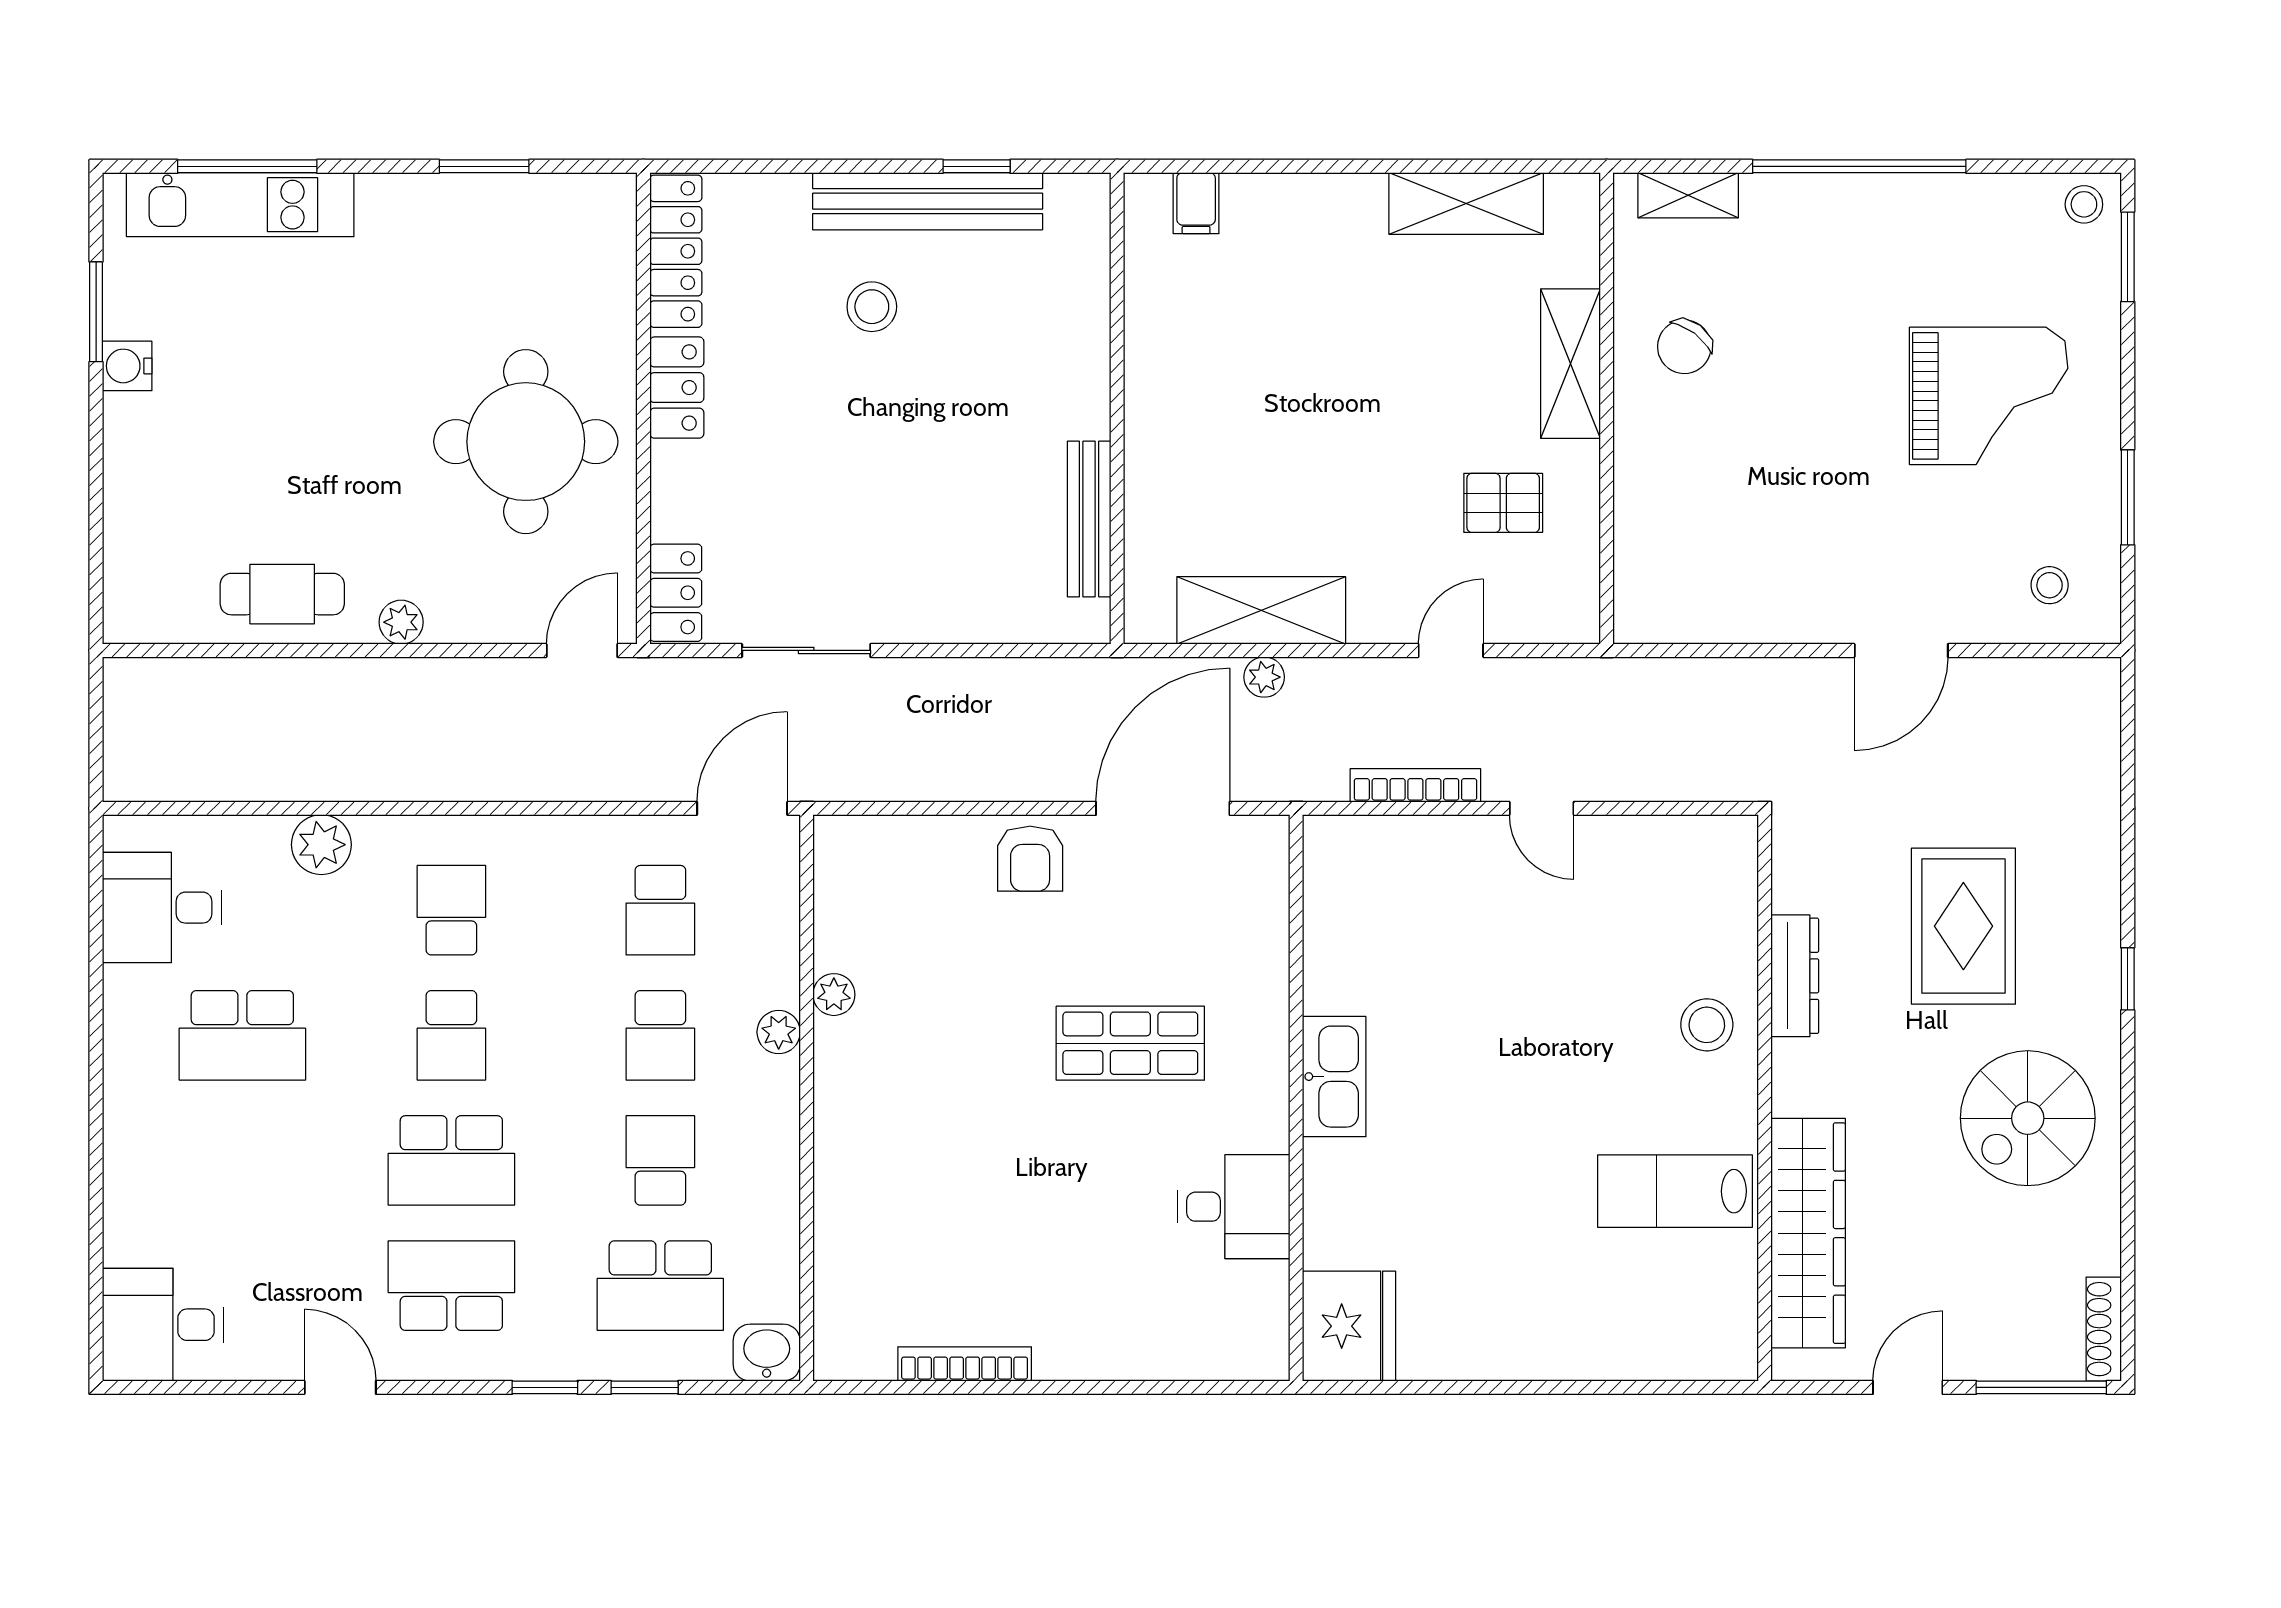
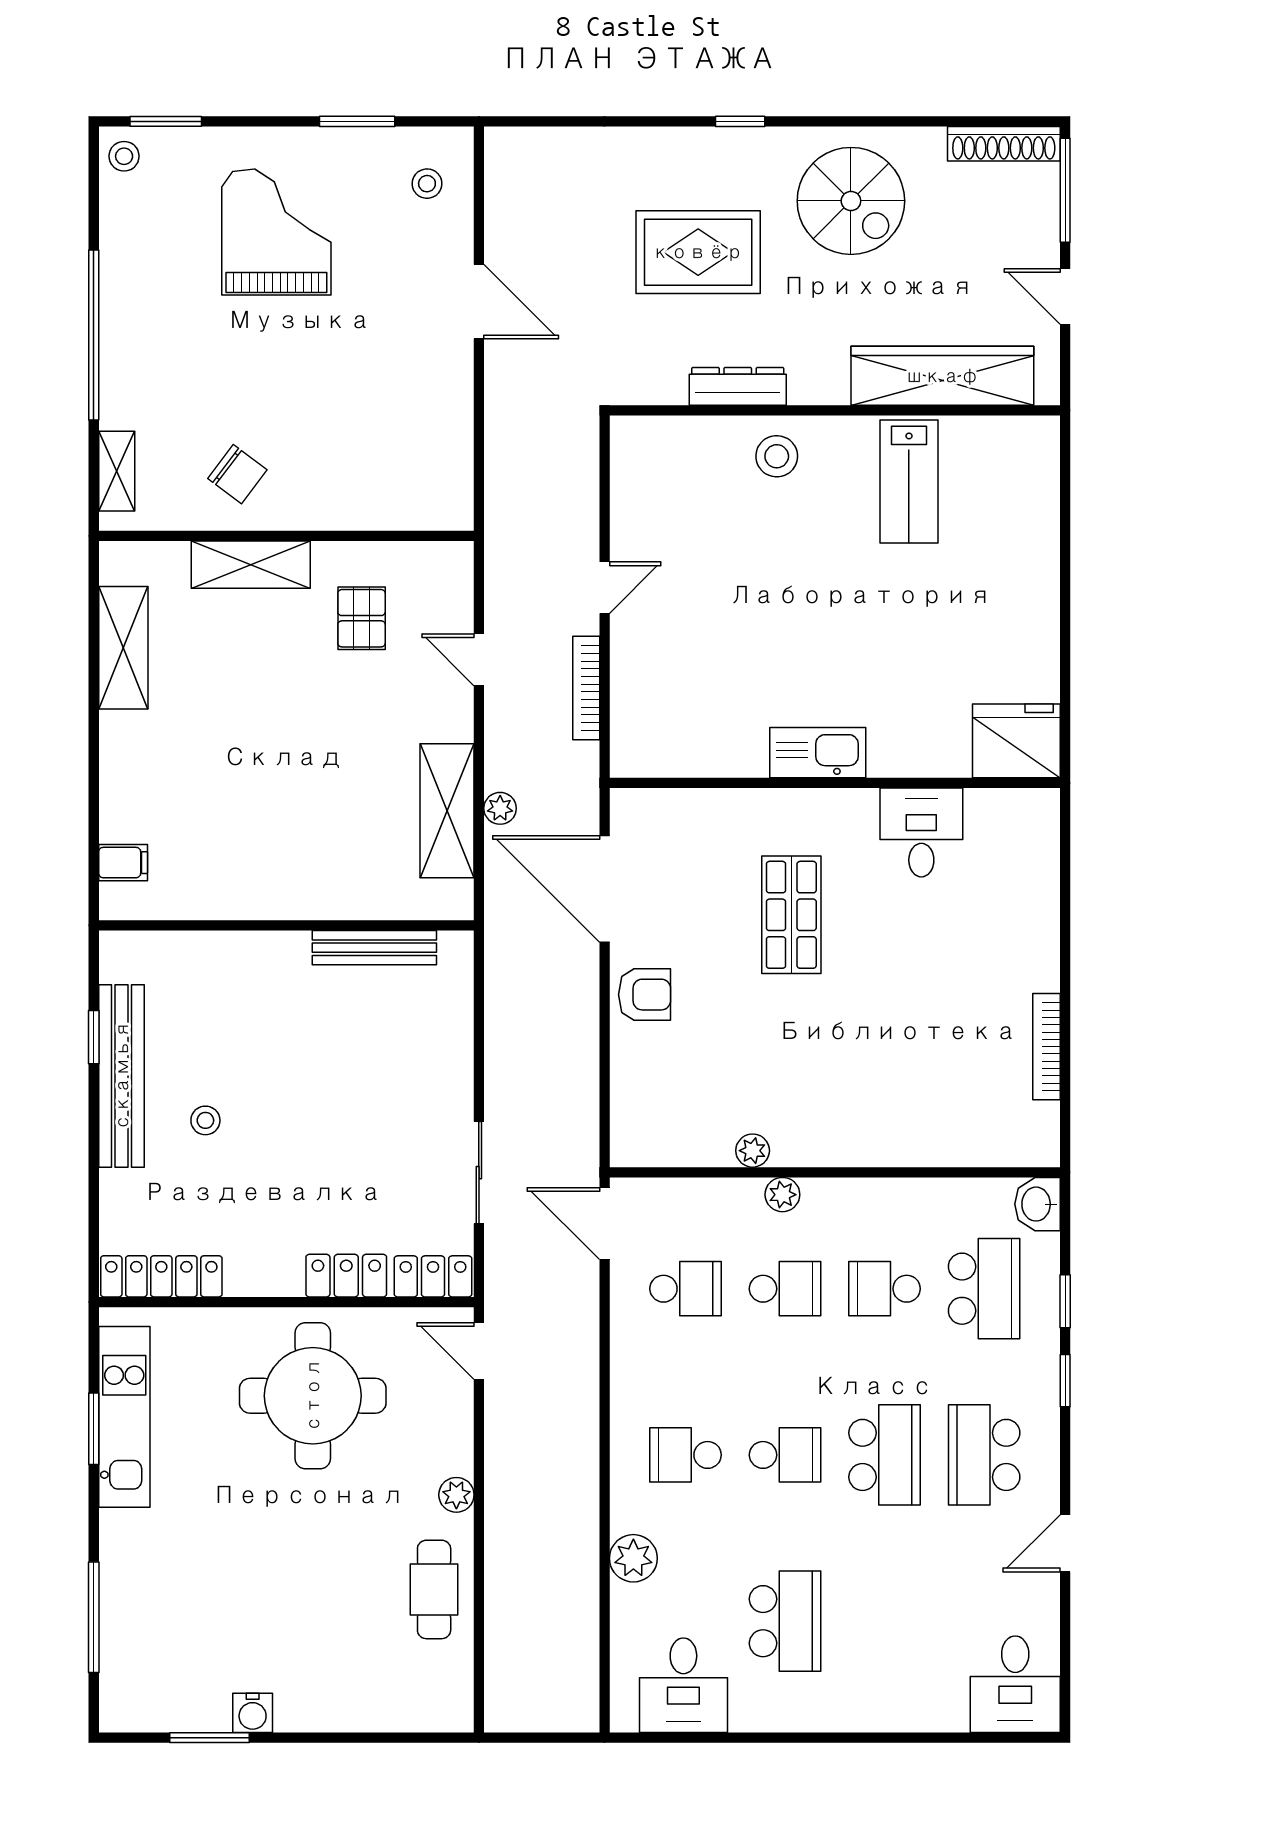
kitchen unit: (240, 205) -> (124, 1417), moved
stool: (872, 307) -> (205, 1120), width x0.73, depth x0.73
locker: (677, 388) -> (346, 1276), moved
shoe rack: (2104, 1329) -> (1004, 144), width x1.36, depth x1.24

